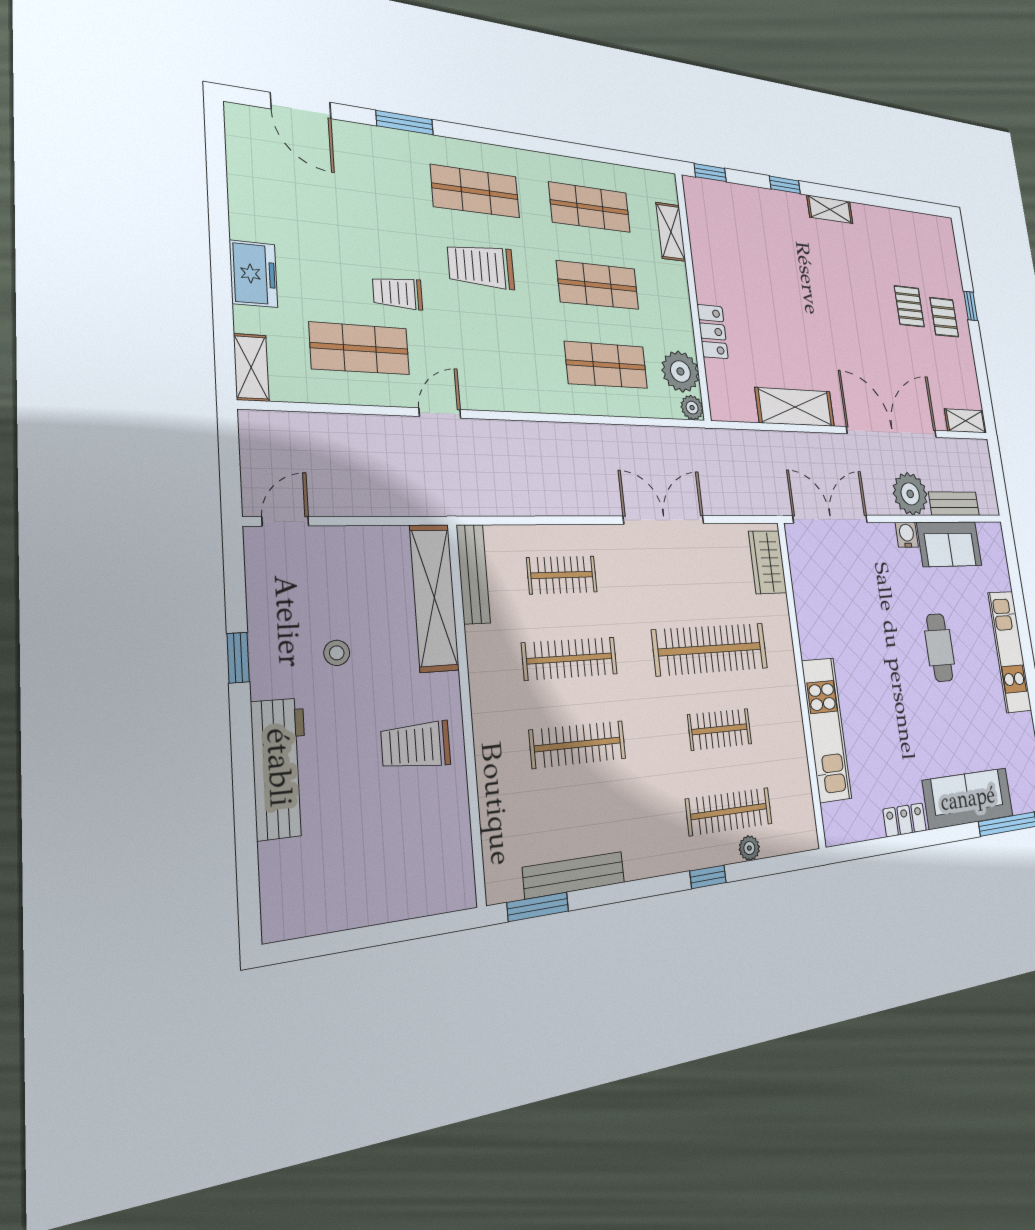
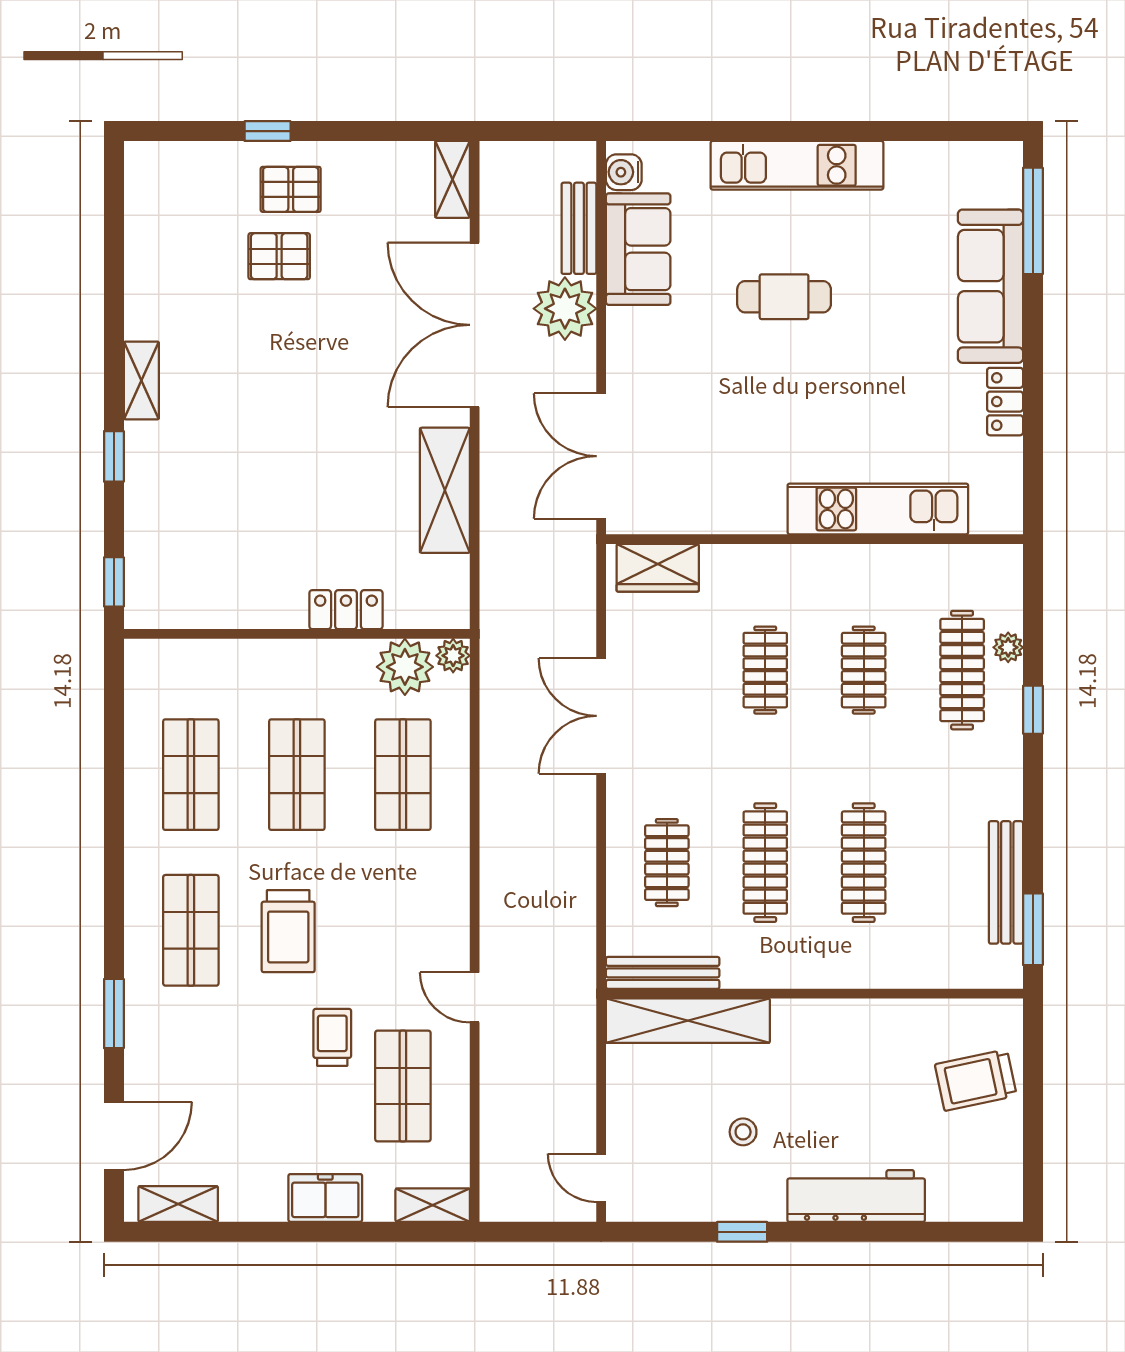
shelving: (671, 232) -> (178, 1204), moved
trolley: (398, 293) -> (332, 1037), turned 180
water cooler: (907, 535) -> (624, 172), moved
clothes rail: (710, 649) -> (765, 670), width x0.54, depth x0.76
trolley: (416, 745) -> (976, 1080), moved, turned 78

